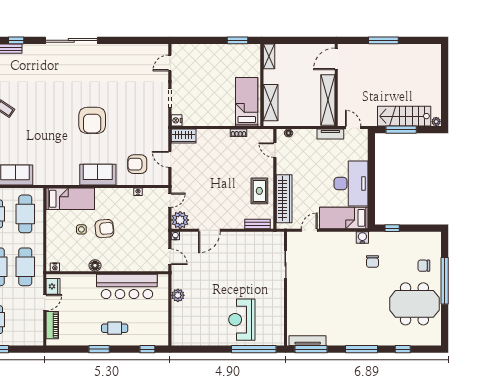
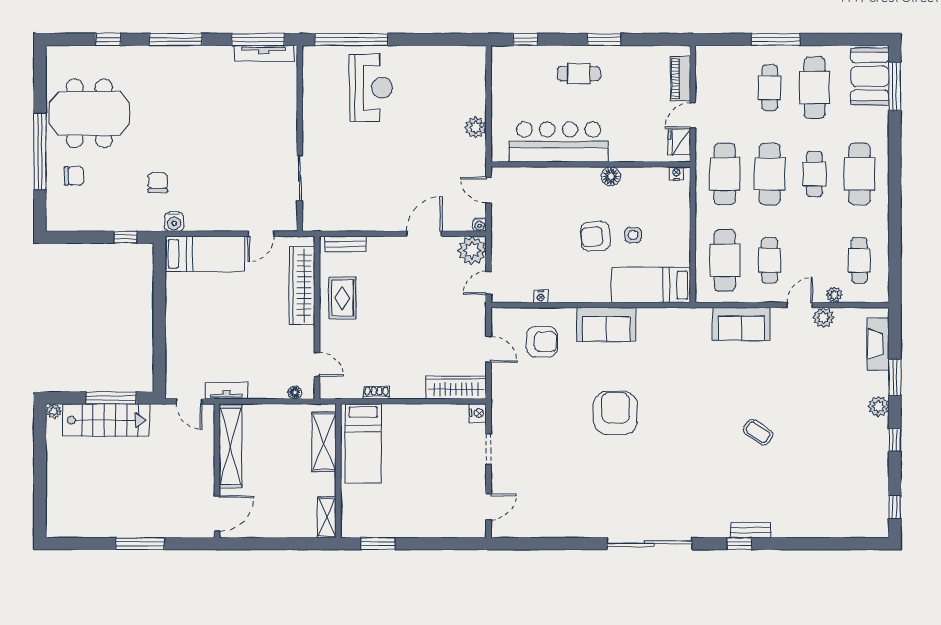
wardrobe: (184, 136) -> (456, 387), width x1.50
desk: (351, 183) -> (193, 310), removed

